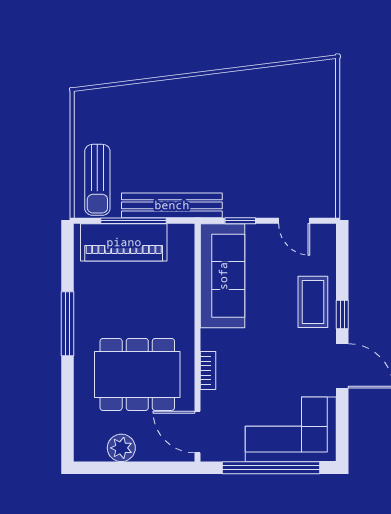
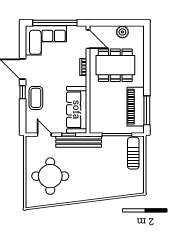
round table: (281, 129) -> (50, 176), added
bench: (172, 205) -> (79, 142), moved
piano: (124, 242) -> (136, 107), moved, turned -90
window: (68, 324) -> (147, 110), moved

